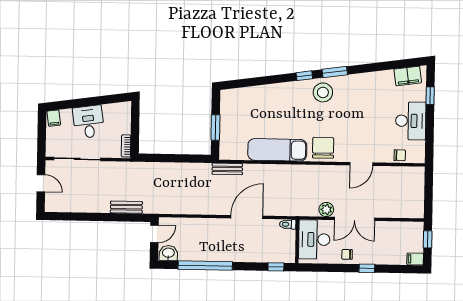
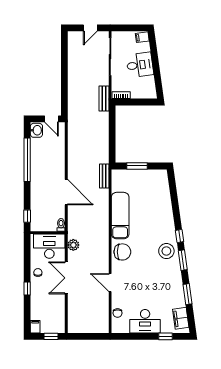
window: (378, 67) -> (188, 294), added
bench: (126, 207) -> (104, 99), moved
plant: (326, 209) -> (73, 245), moved

